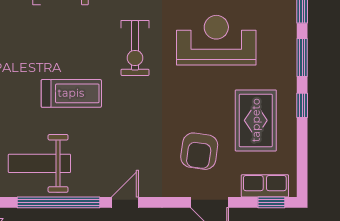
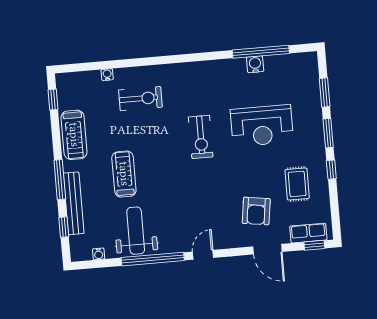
reception desk: (216, 40) -> (262, 126), turned 180
treadmill: (71, 93) -> (124, 174), moved, turned -90
rug: (256, 120) -> (297, 184), width x0.73, depth x0.70
weight bench: (39, 163) -> (136, 231), turned 90

